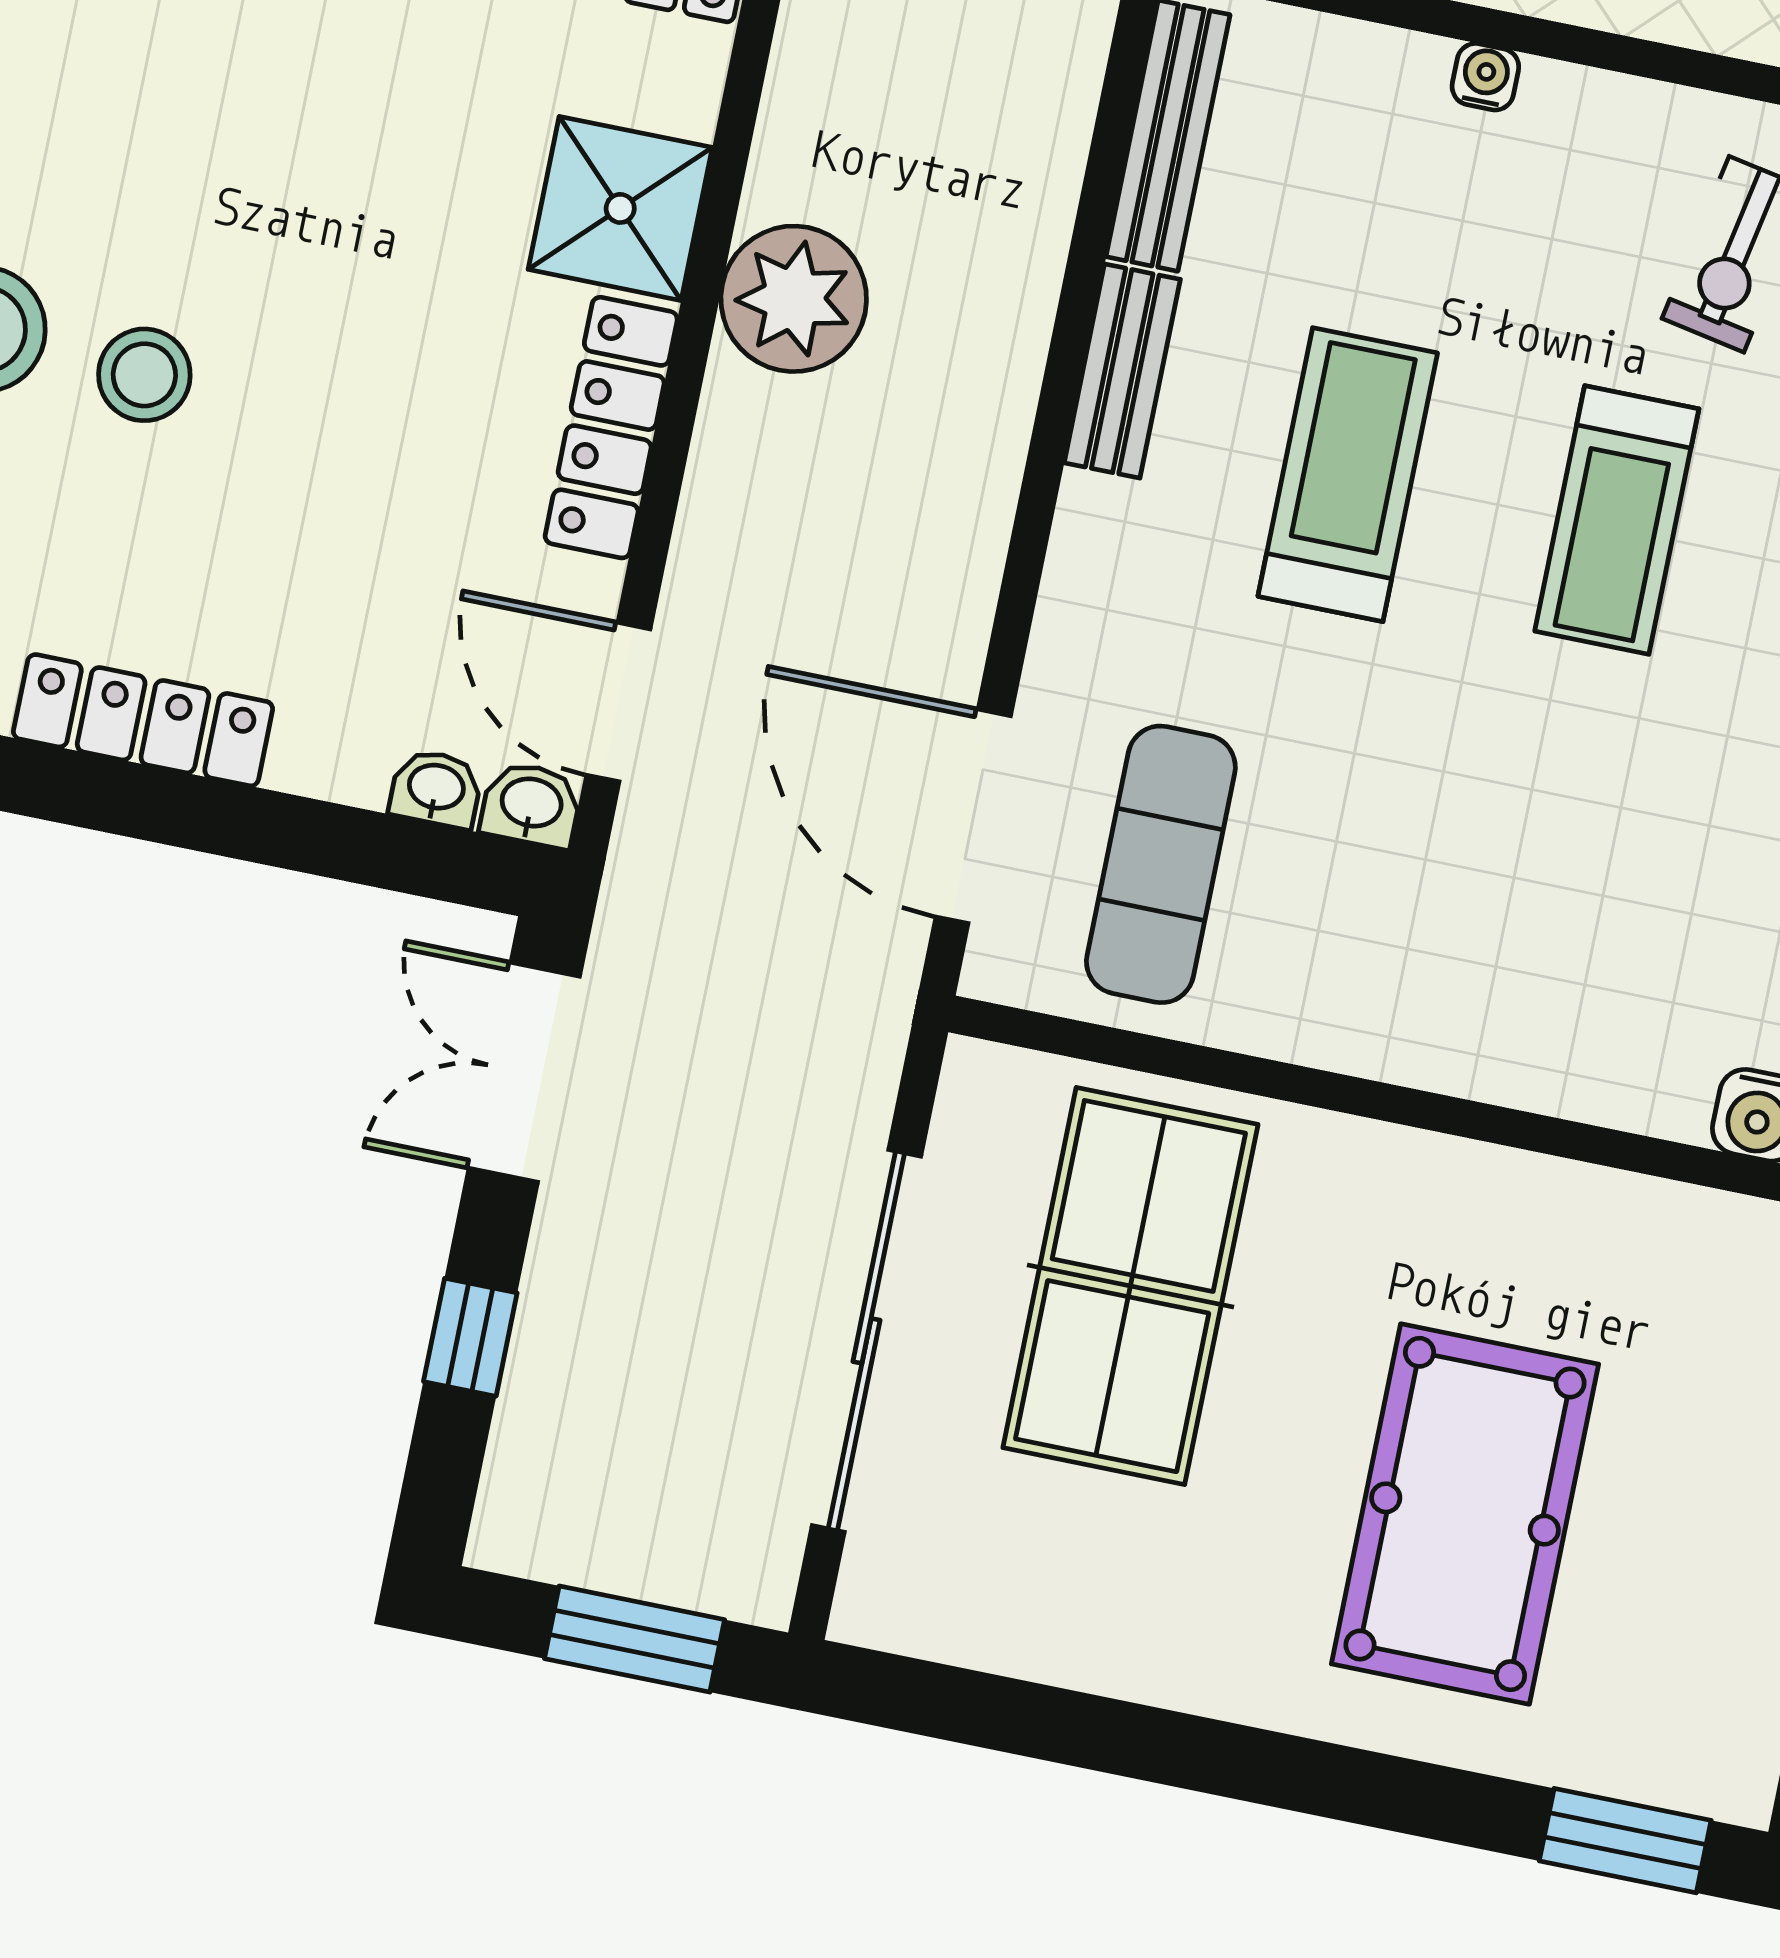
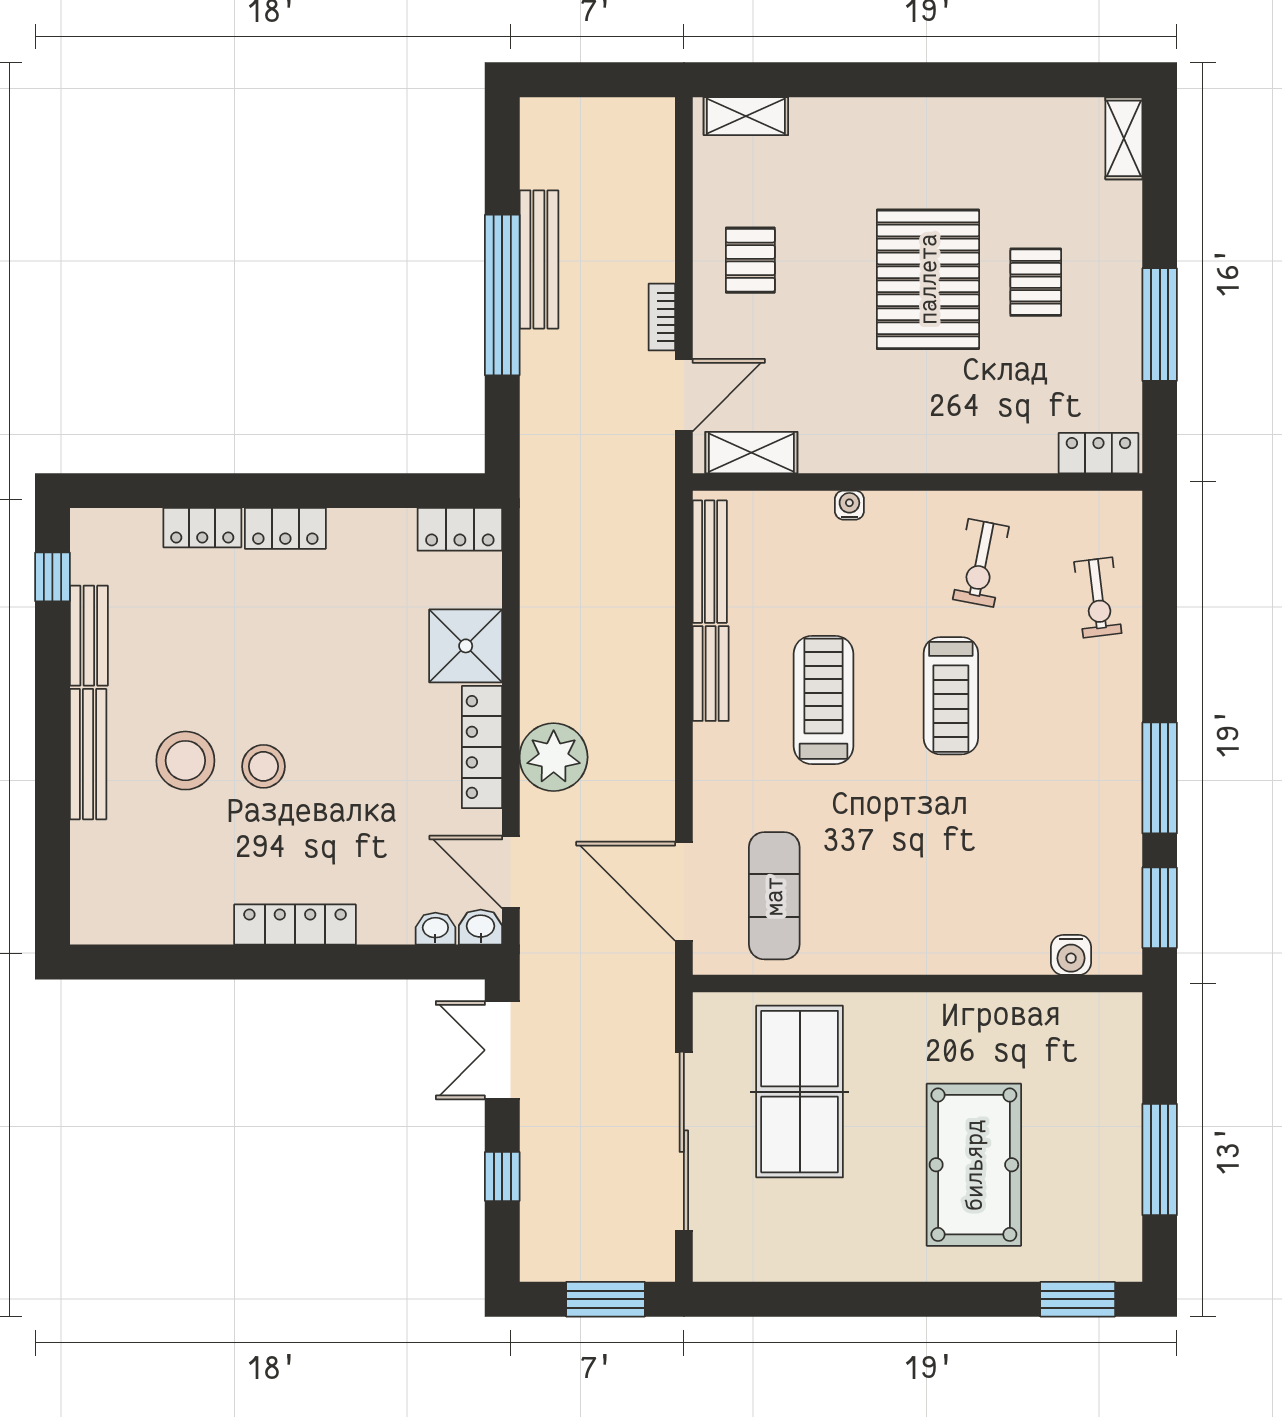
plant: (794, 299) -> (554, 757), moved

